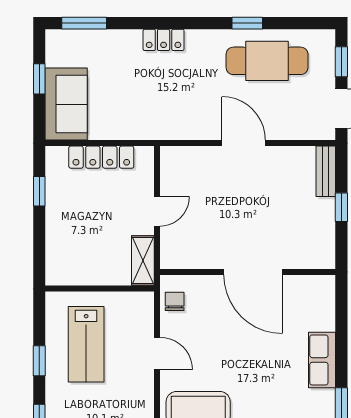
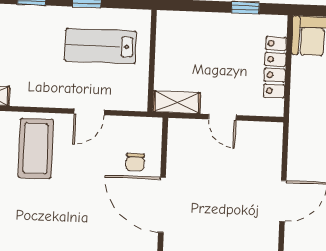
door: (253, 272) -> (162, 205), hinge flipped
chair: (175, 301) -> (135, 162), moved, turned 90

